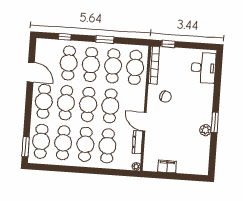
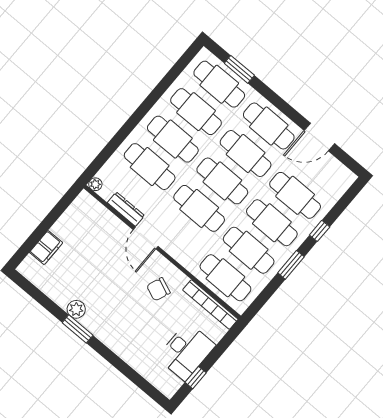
window: (65, 37) -> (320, 231), moved
window: (168, 44) -> (196, 378), moved
desk: (203, 68) -> (186, 351), moved, turned -90
door: (145, 122) -> (146, 238), swing flipped
window: (26, 147) -> (239, 69), moved
filing cabinet: (167, 166) -> (46, 248), moved

